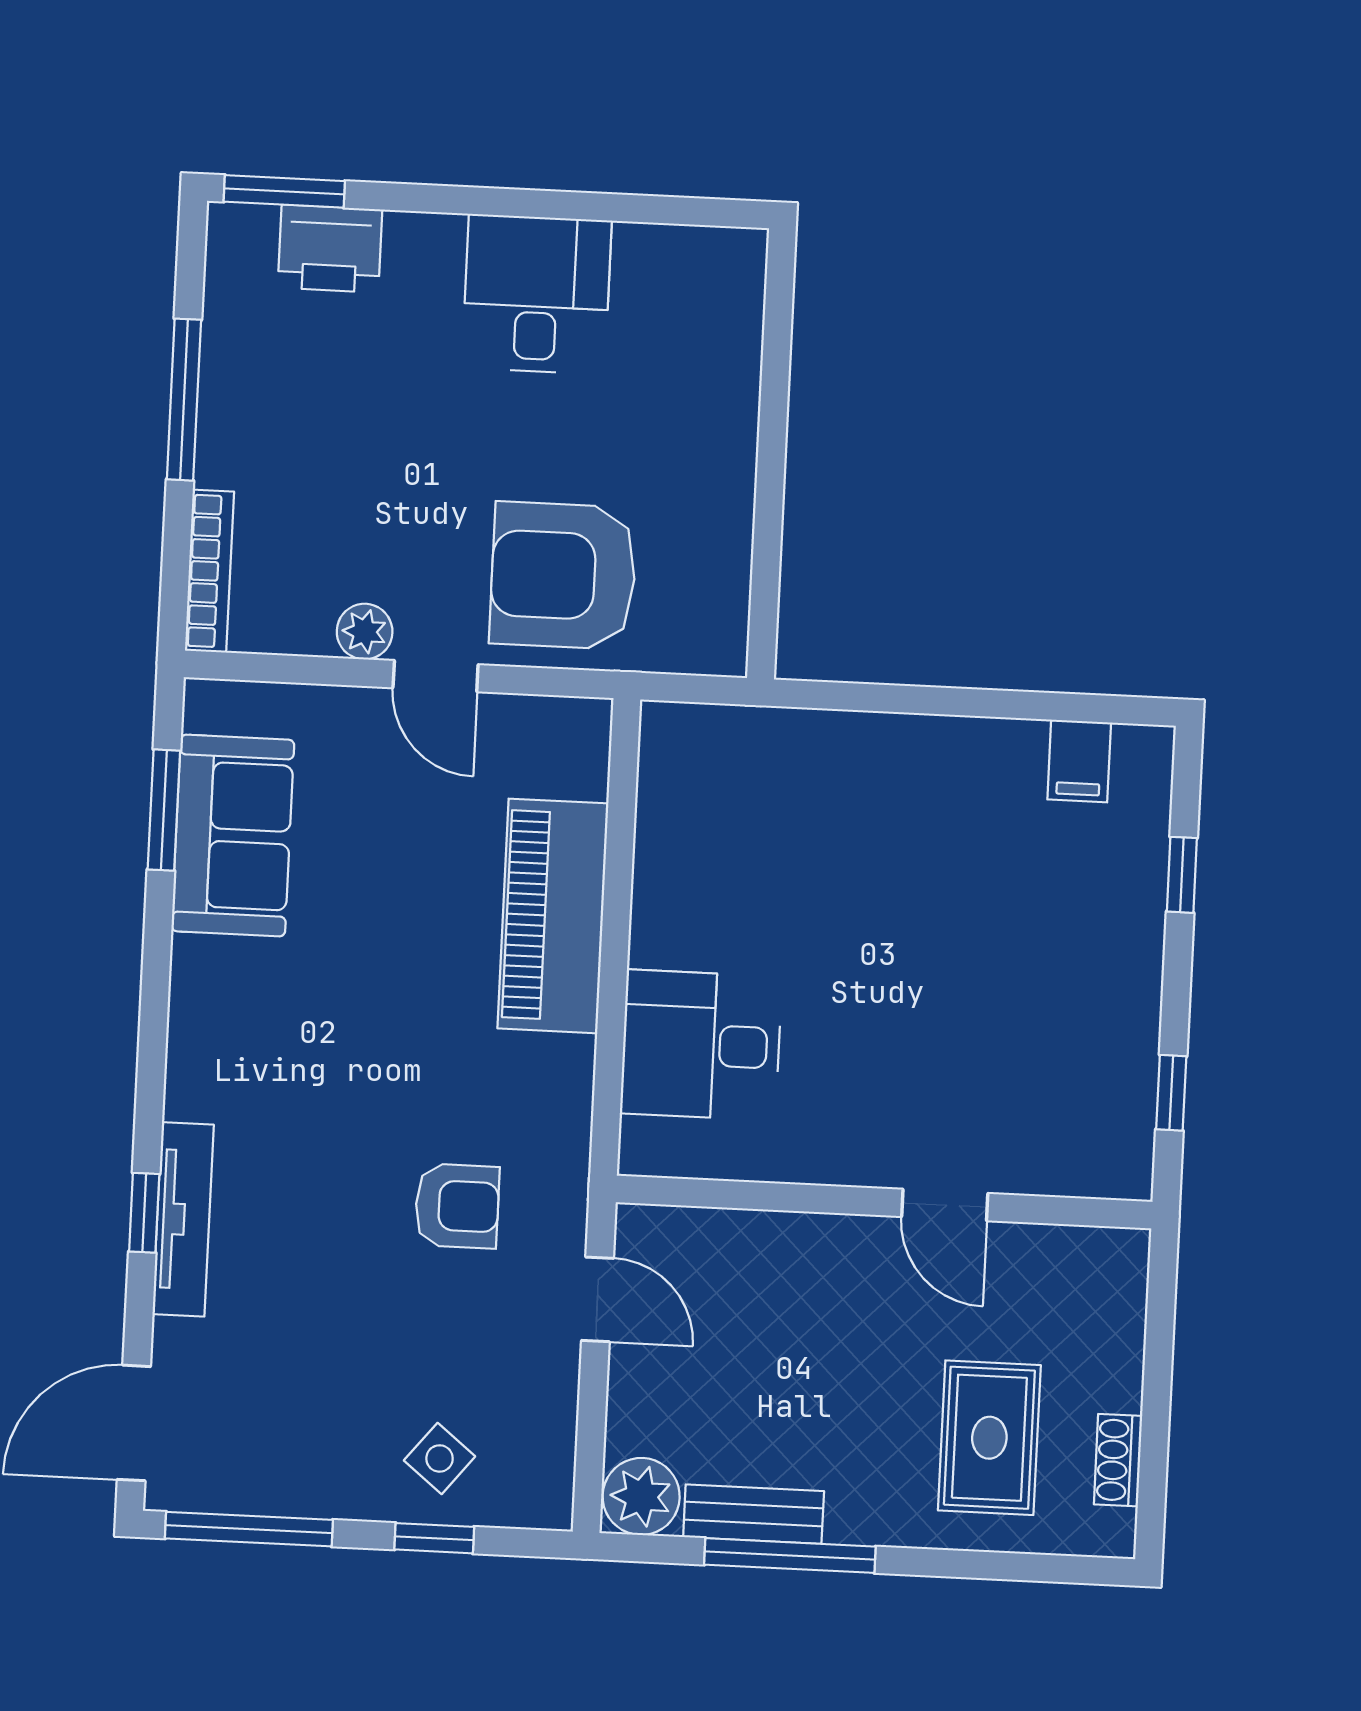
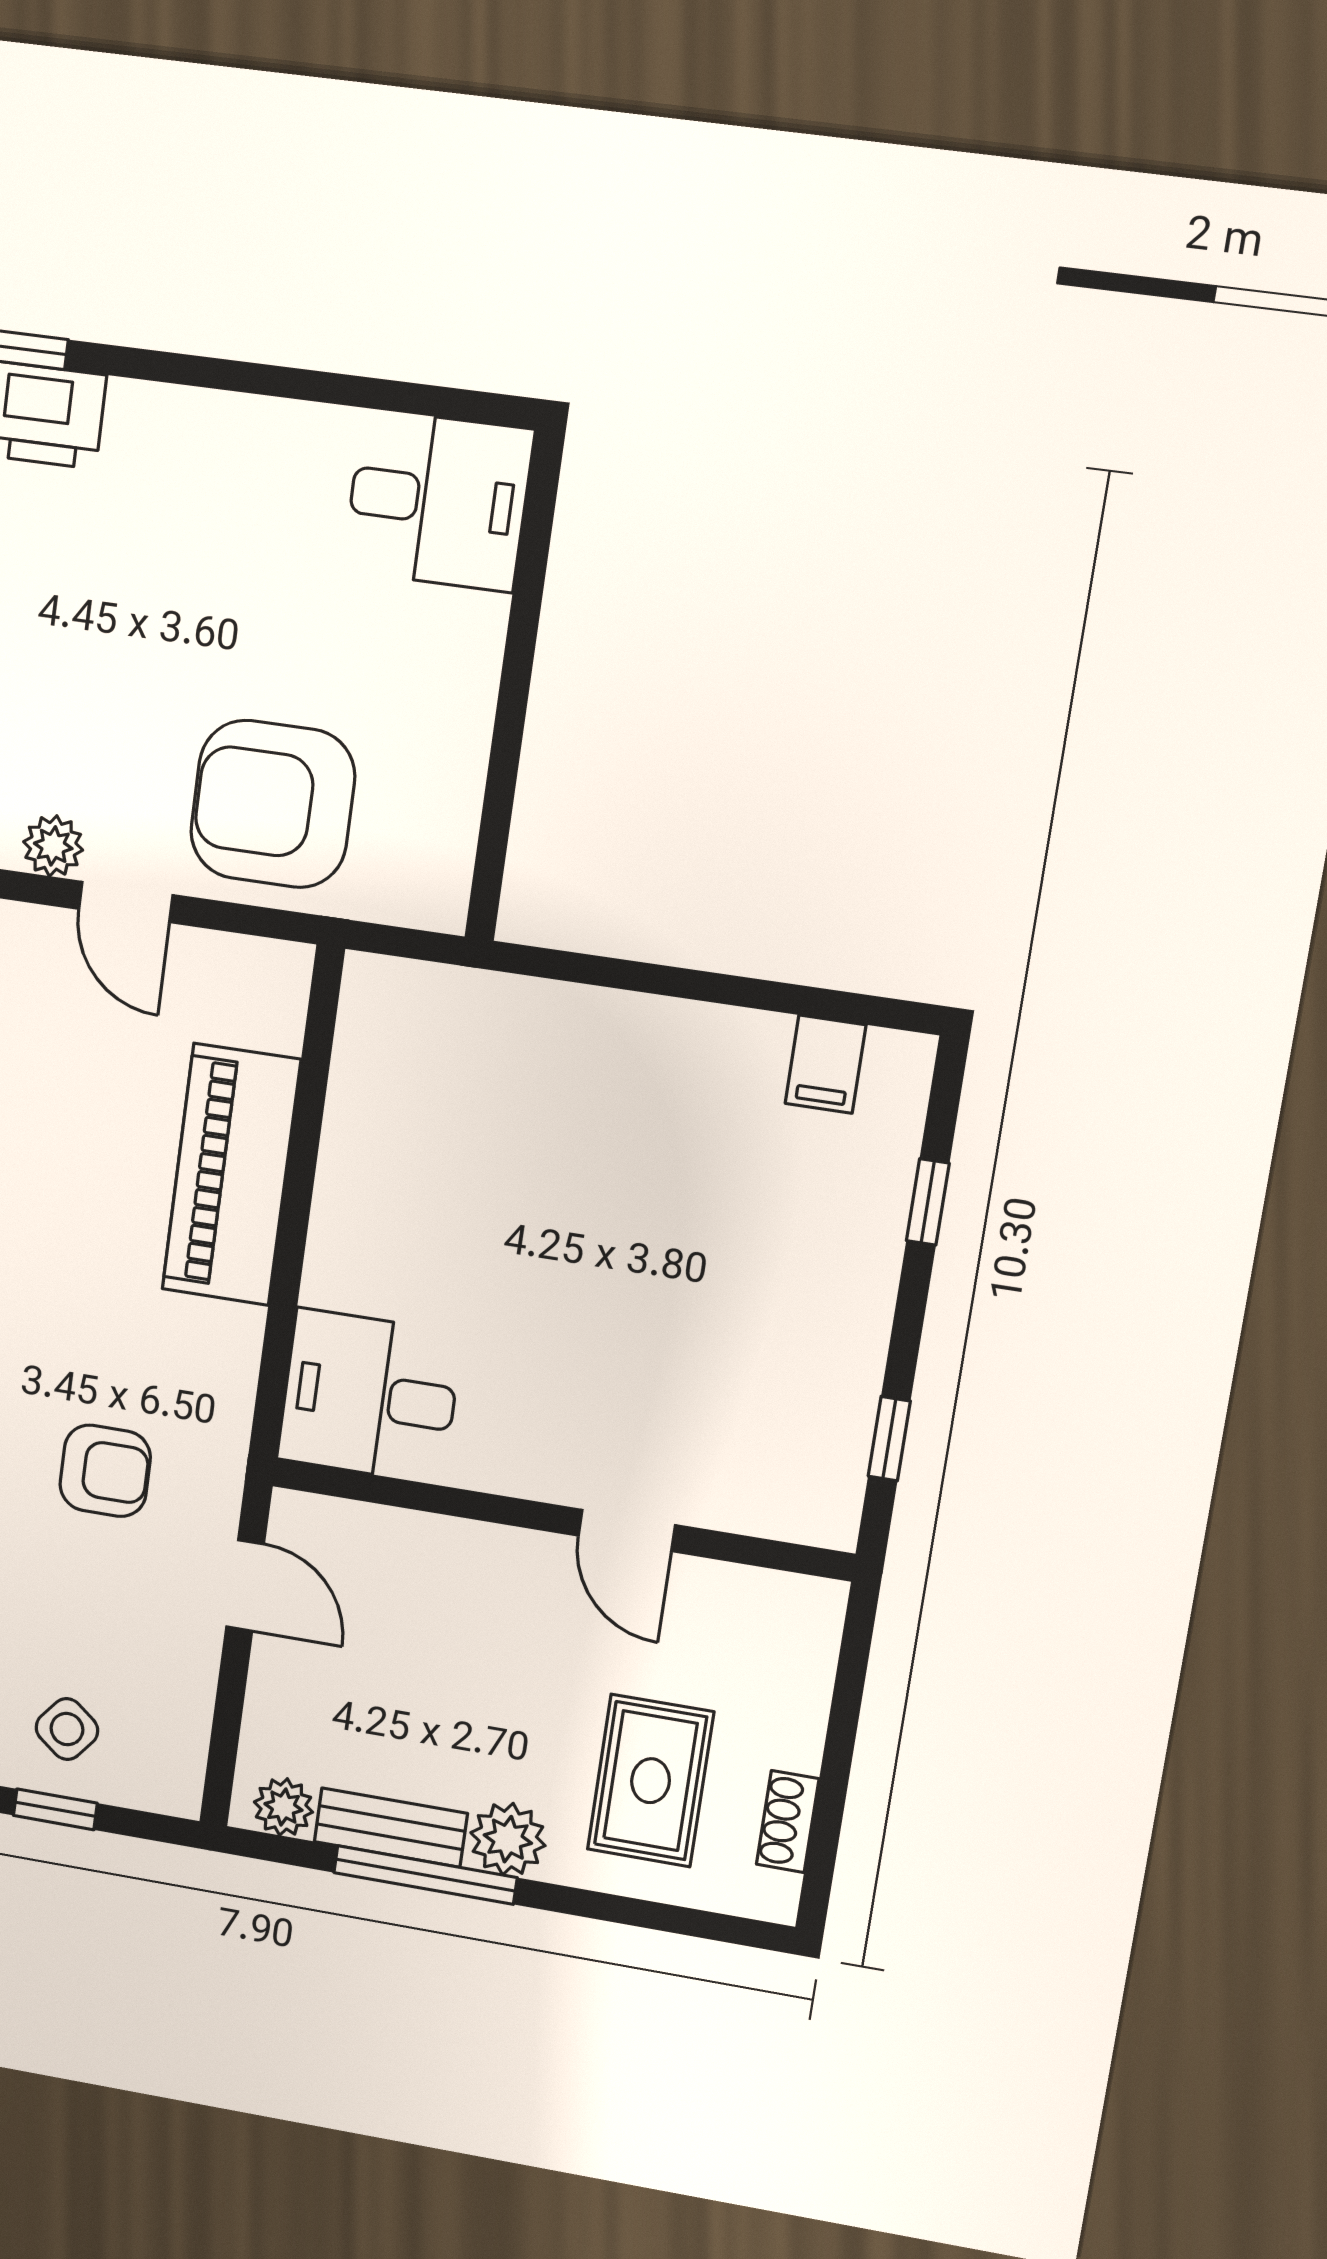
desk: (537, 294) -> (438, 500), moved, turned 90
desk: (701, 1045) -> (370, 1396), moved
plant: (641, 1496) -> (283, 1807), width x0.73, depth x0.73
plant: (864, 1511) -> (508, 1839), added

